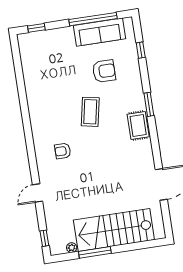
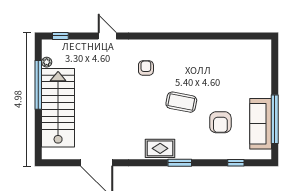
window: (36, 28) -> (275, 60), removed
window: (95, 252) -> (38, 85), width x1.46

